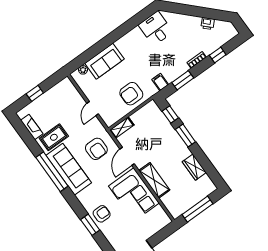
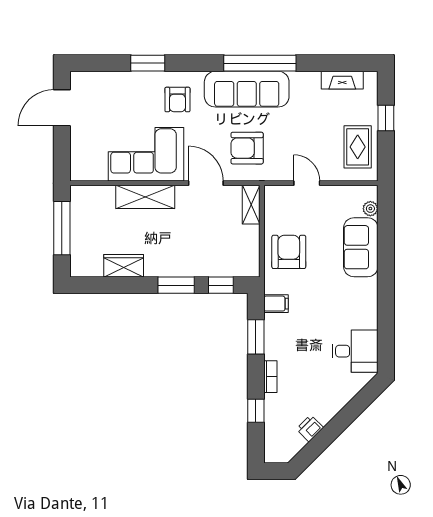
rug: (54, 137) -> (358, 147), moved
armchair: (102, 214) -> (177, 100), moved

